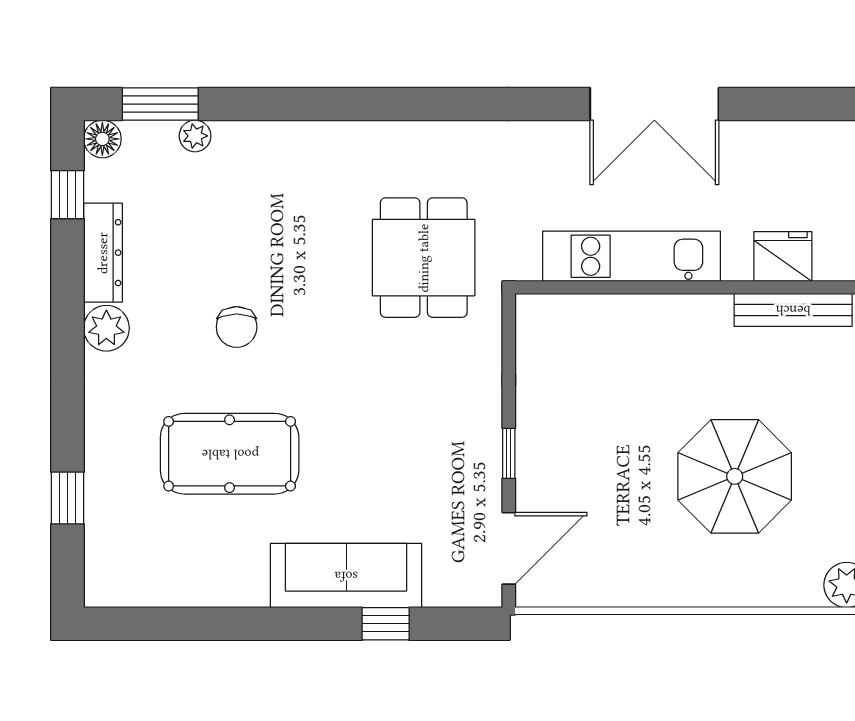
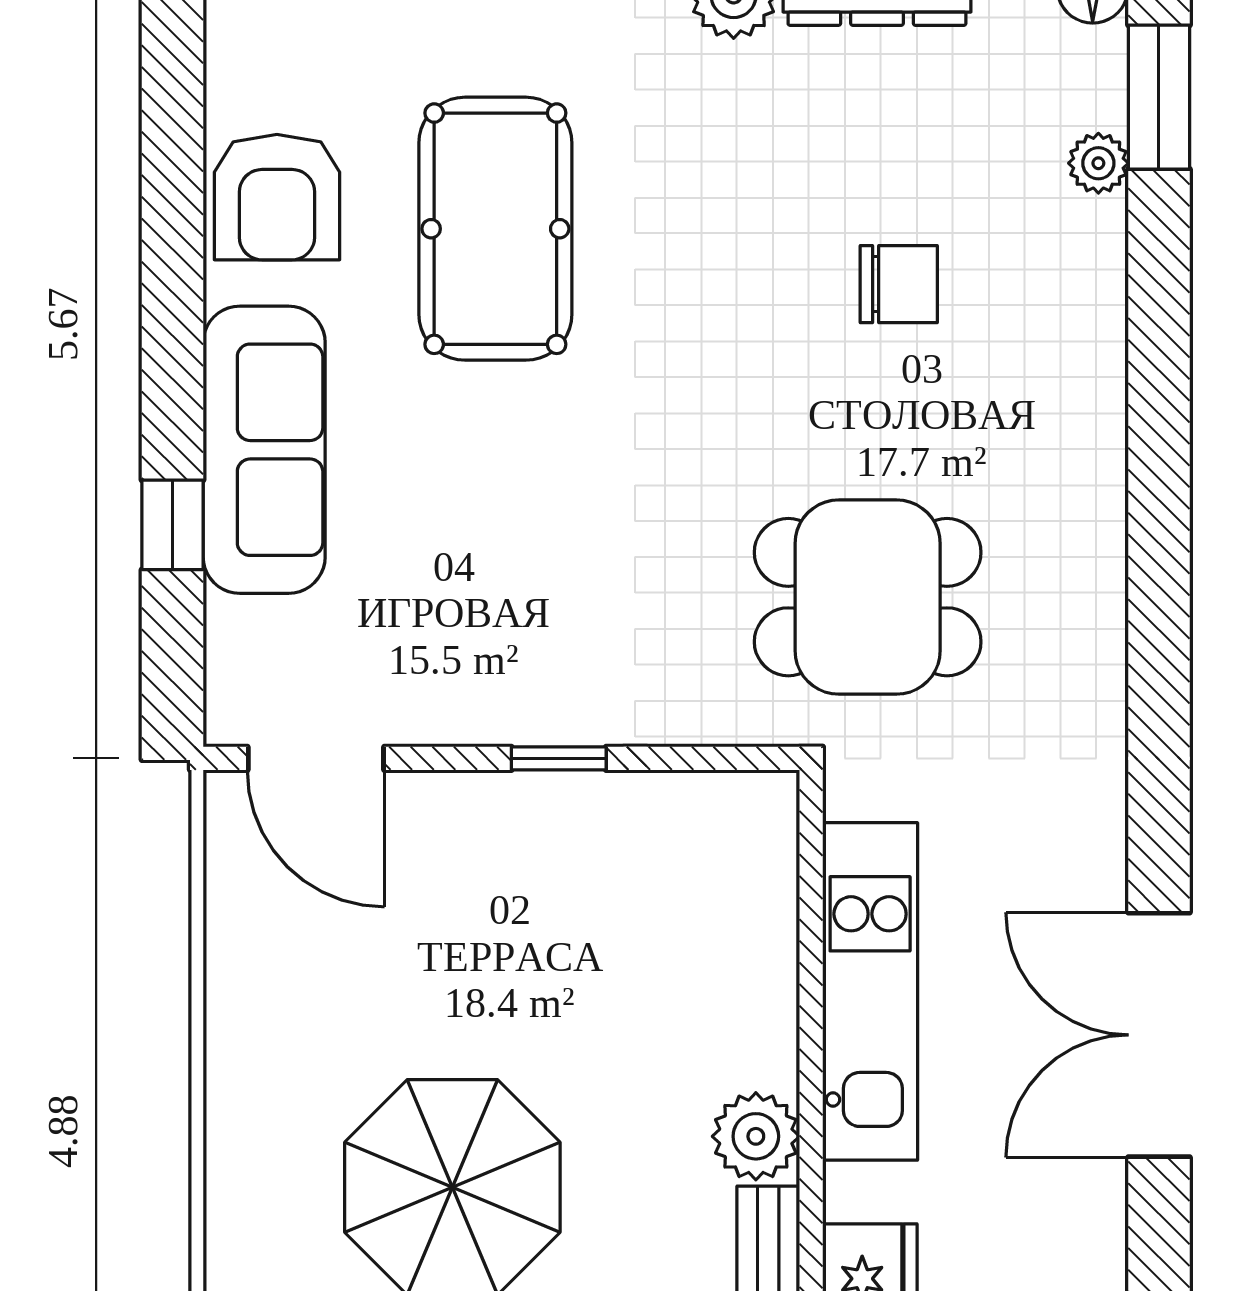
plant: (708, 316) -> (756, 1136), added
chair: (237, 327) -> (899, 284), moved, turned 180
window: (509, 453) -> (559, 758), moved
armchair: (213, 569) -> (277, 197), added

